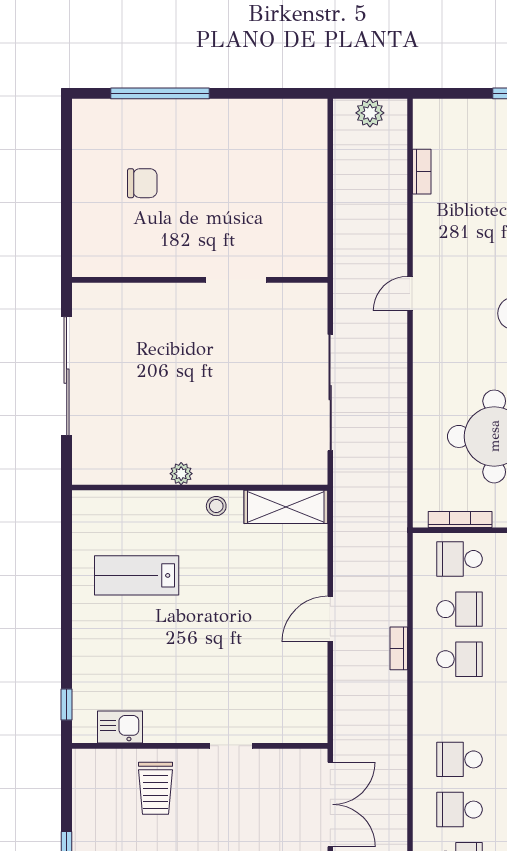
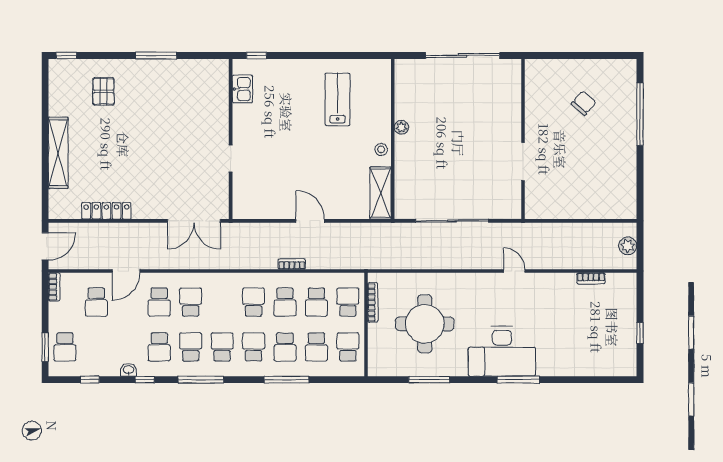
chair: (142, 183) -> (584, 103), turned -139
school desk: (460, 759) -> (254, 302), moved
trolley: (155, 788) -> (204, 111), removed

